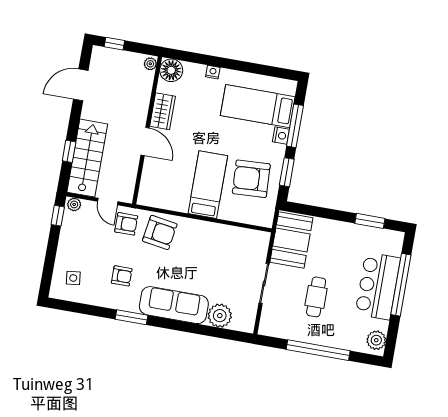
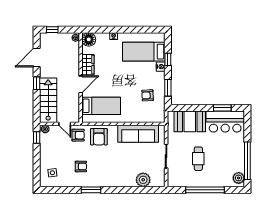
window: (295, 126) -> (168, 59), width x0.46
door: (145, 141) -> (81, 84), hinge flipped
window: (69, 151) -> (37, 83), moved
armchair: (251, 179) -> (148, 95), width x0.53, depth x0.53
bed: (208, 185) -> (101, 106), moved, turned 90
armchair: (160, 232) -> (99, 137), turned 81
booth: (291, 240) -> (190, 121), moved, turned 90
window: (401, 285) -> (247, 161), moved
bar counter: (378, 286) -> (225, 122), moved, turned -90
sofa: (174, 305) -> (138, 134), moved, turned 180

